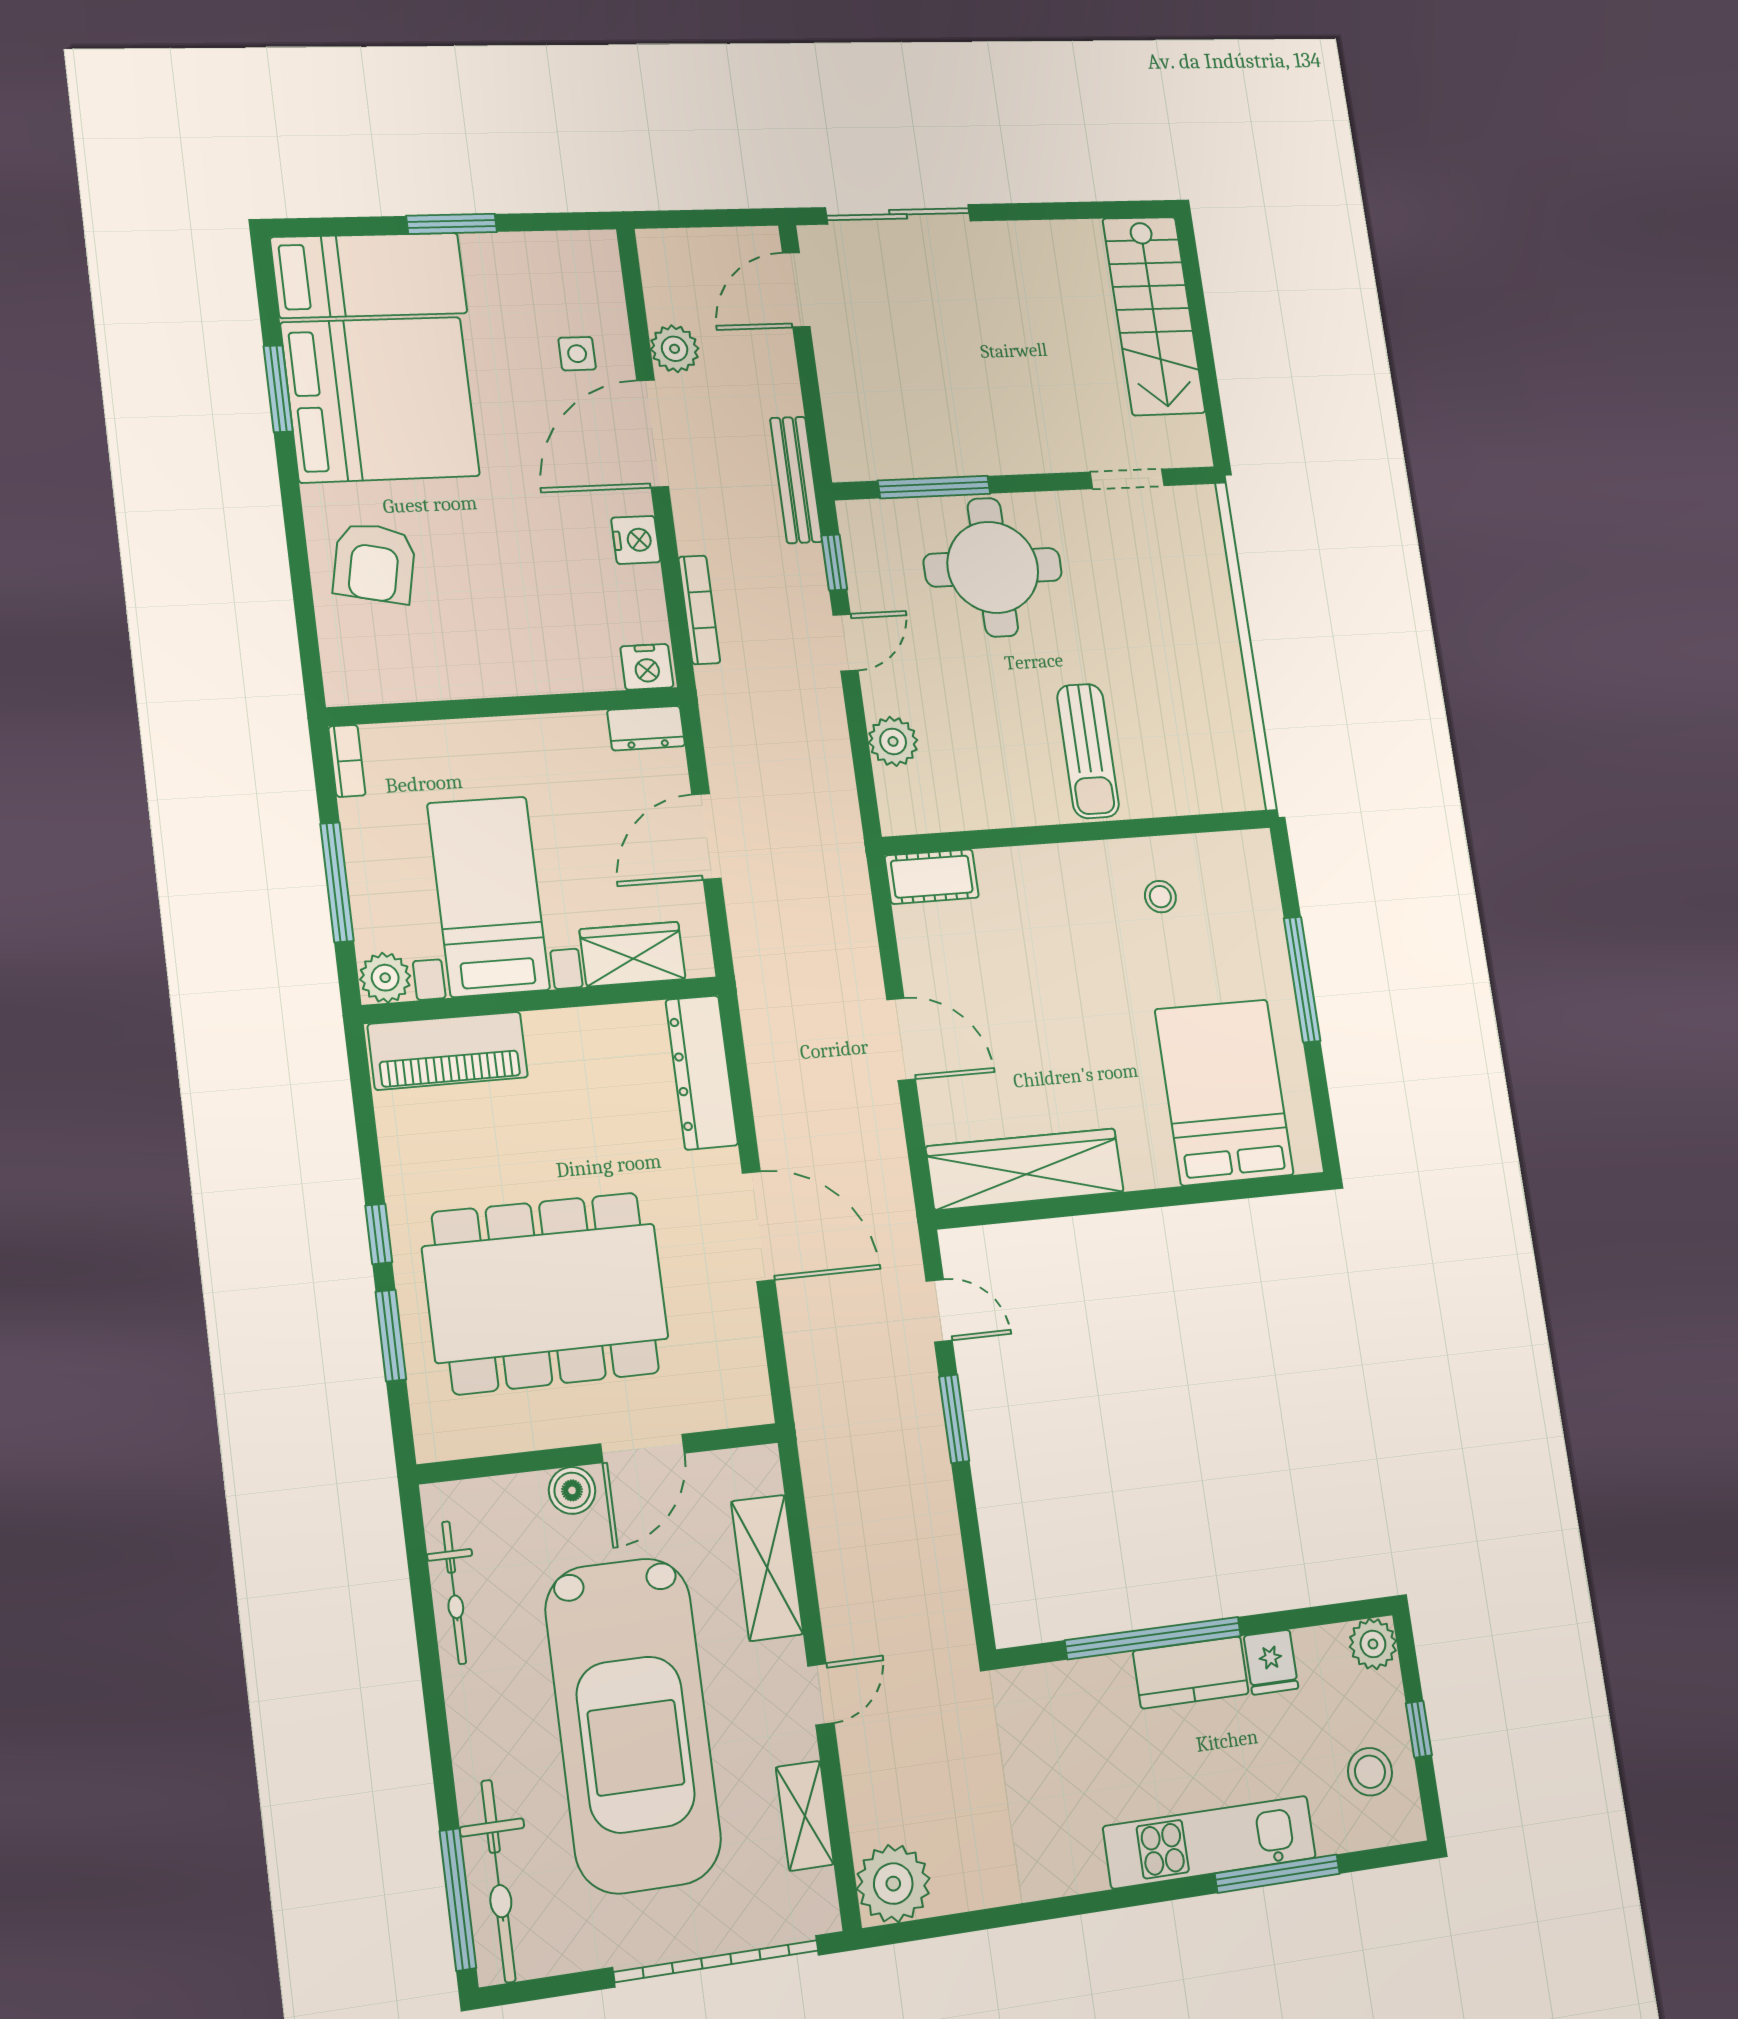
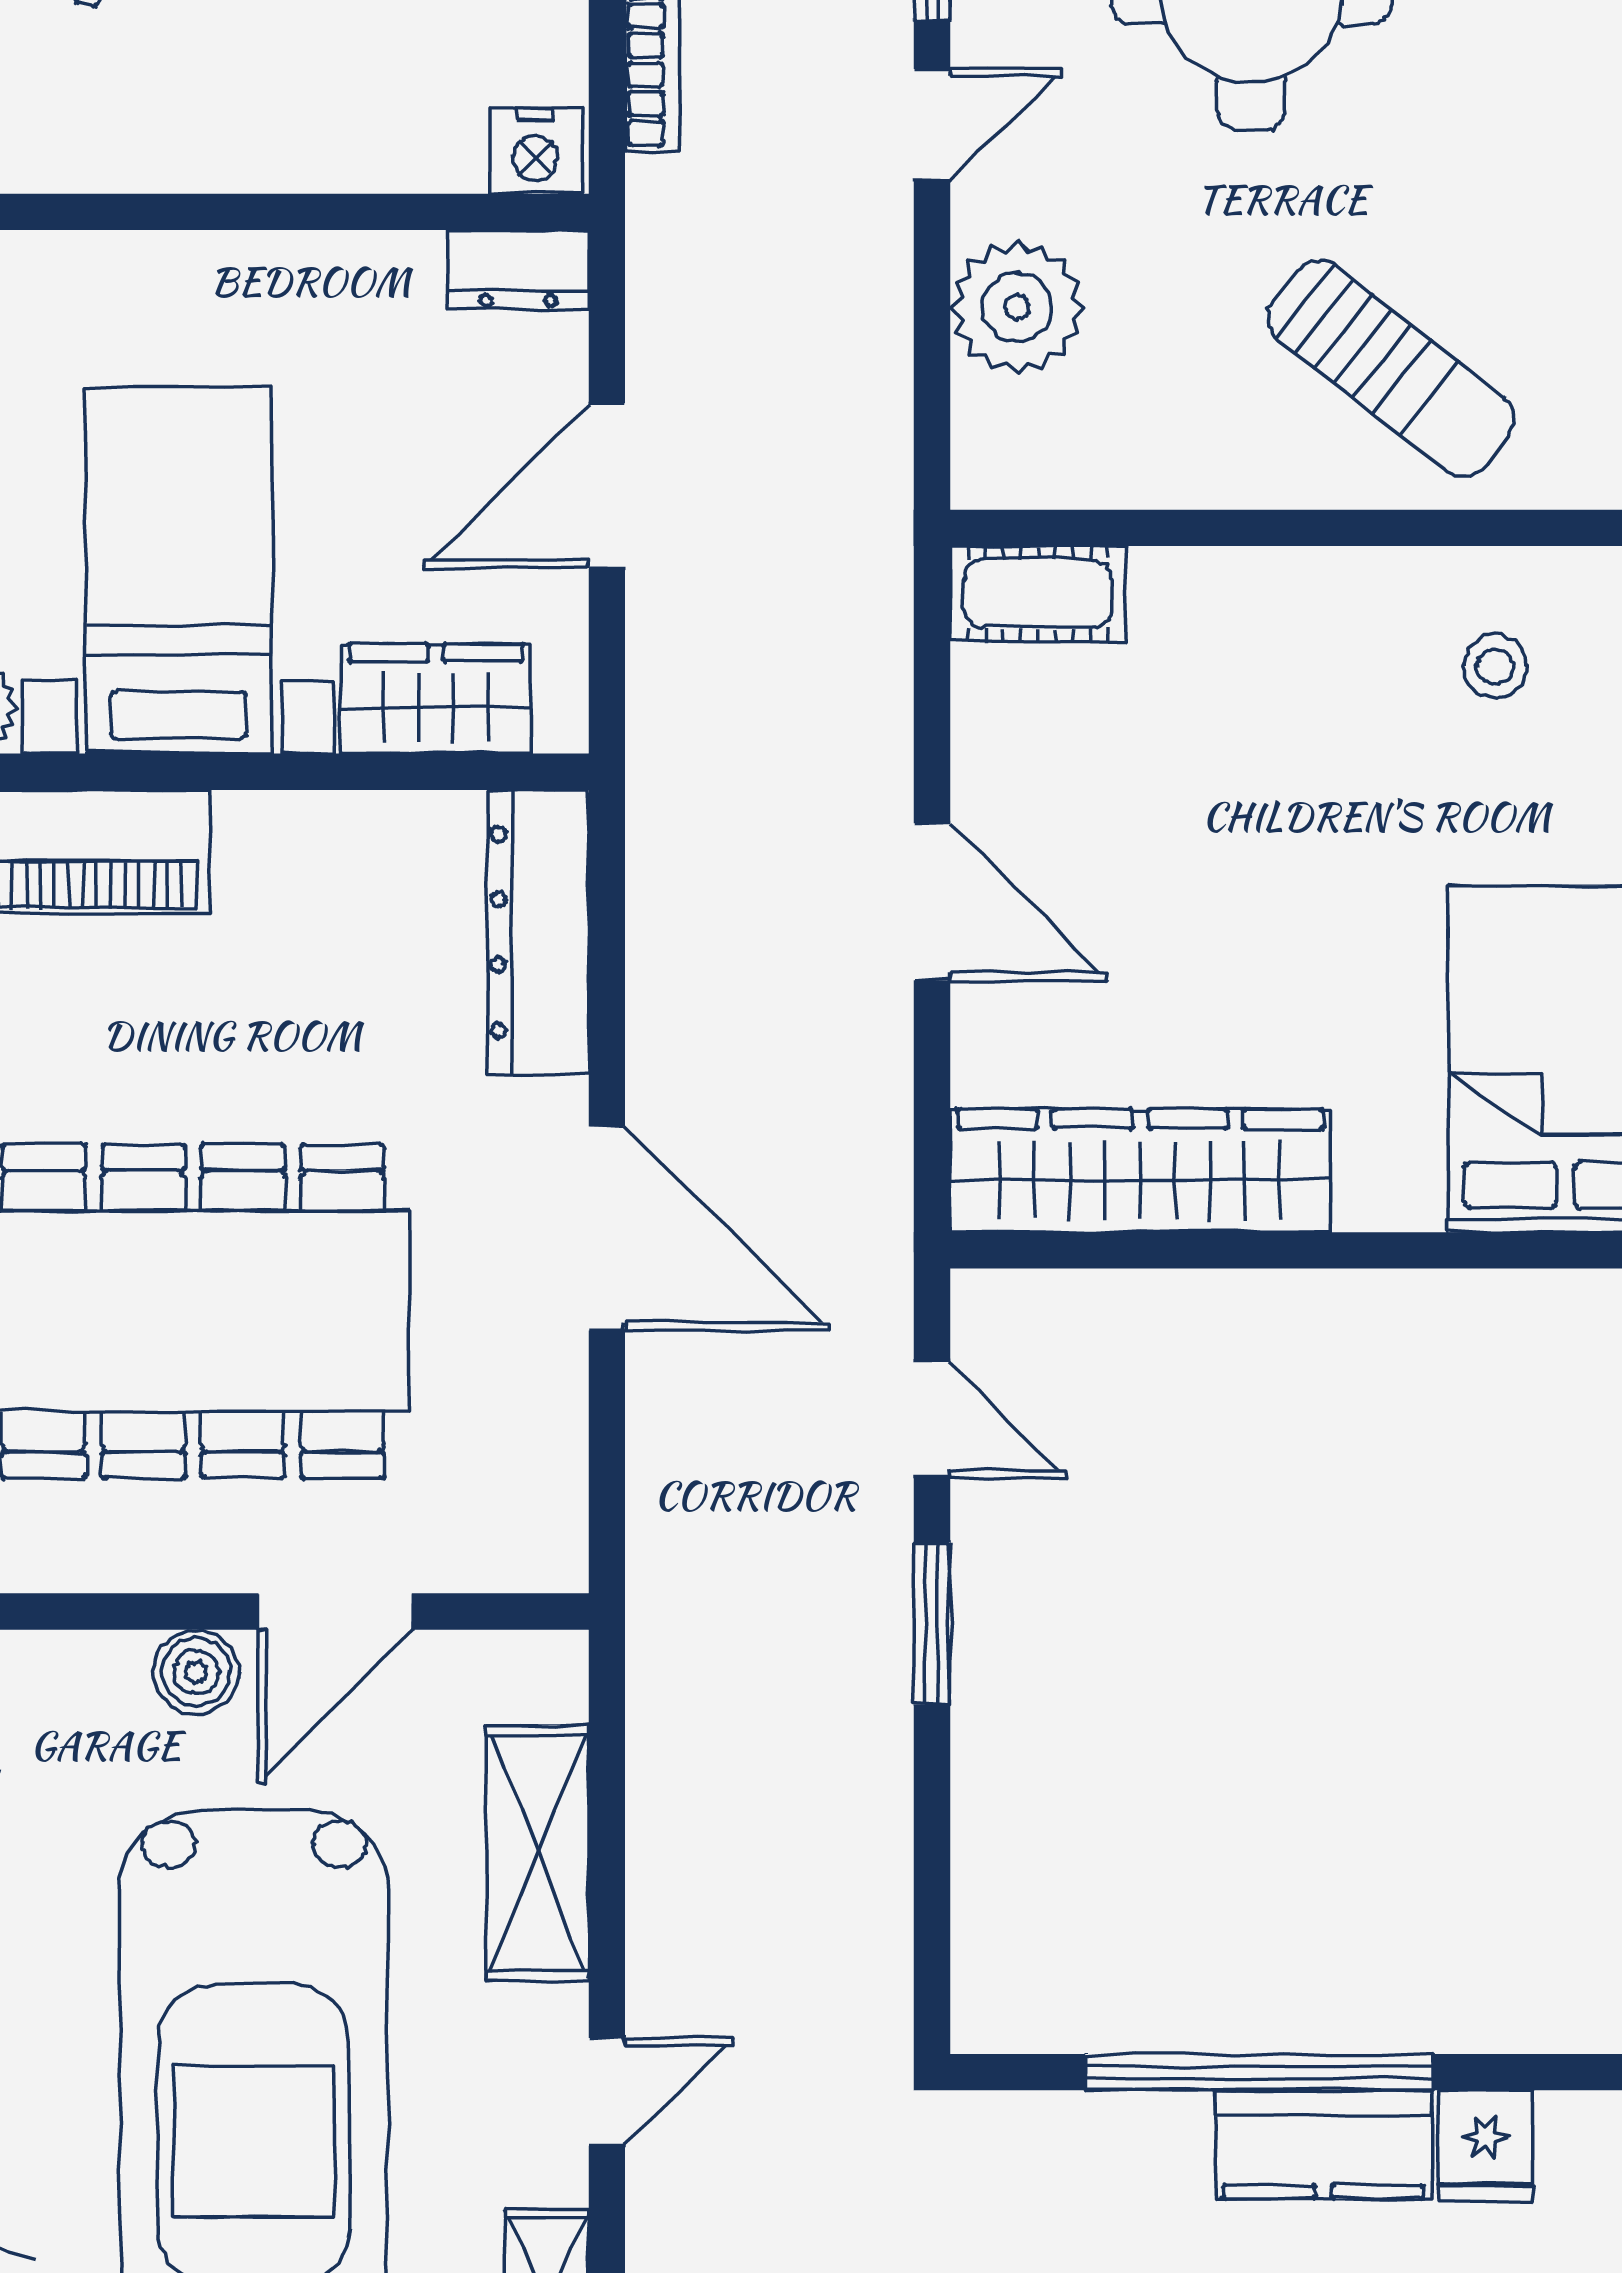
plant: (893, 741) -> (1017, 307), width x1.36, depth x1.36
sun lounger: (1088, 751) -> (1391, 368), turned -52

